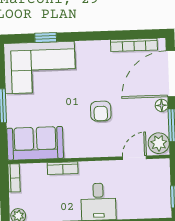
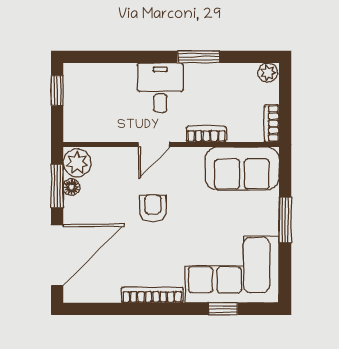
bookcase: (134, 45) -> (152, 295), moved
floor lamp: (162, 105) -> (72, 187), moved
door: (134, 158) -> (154, 145), moved

